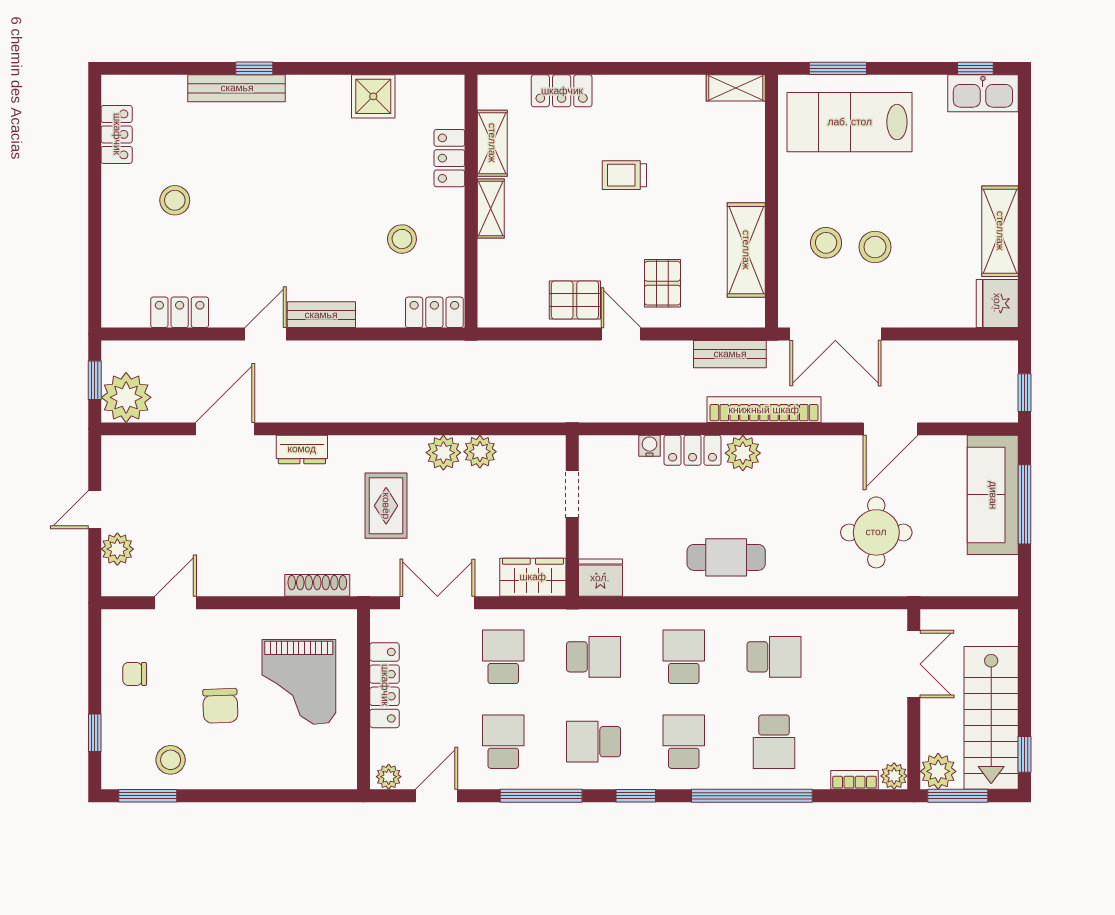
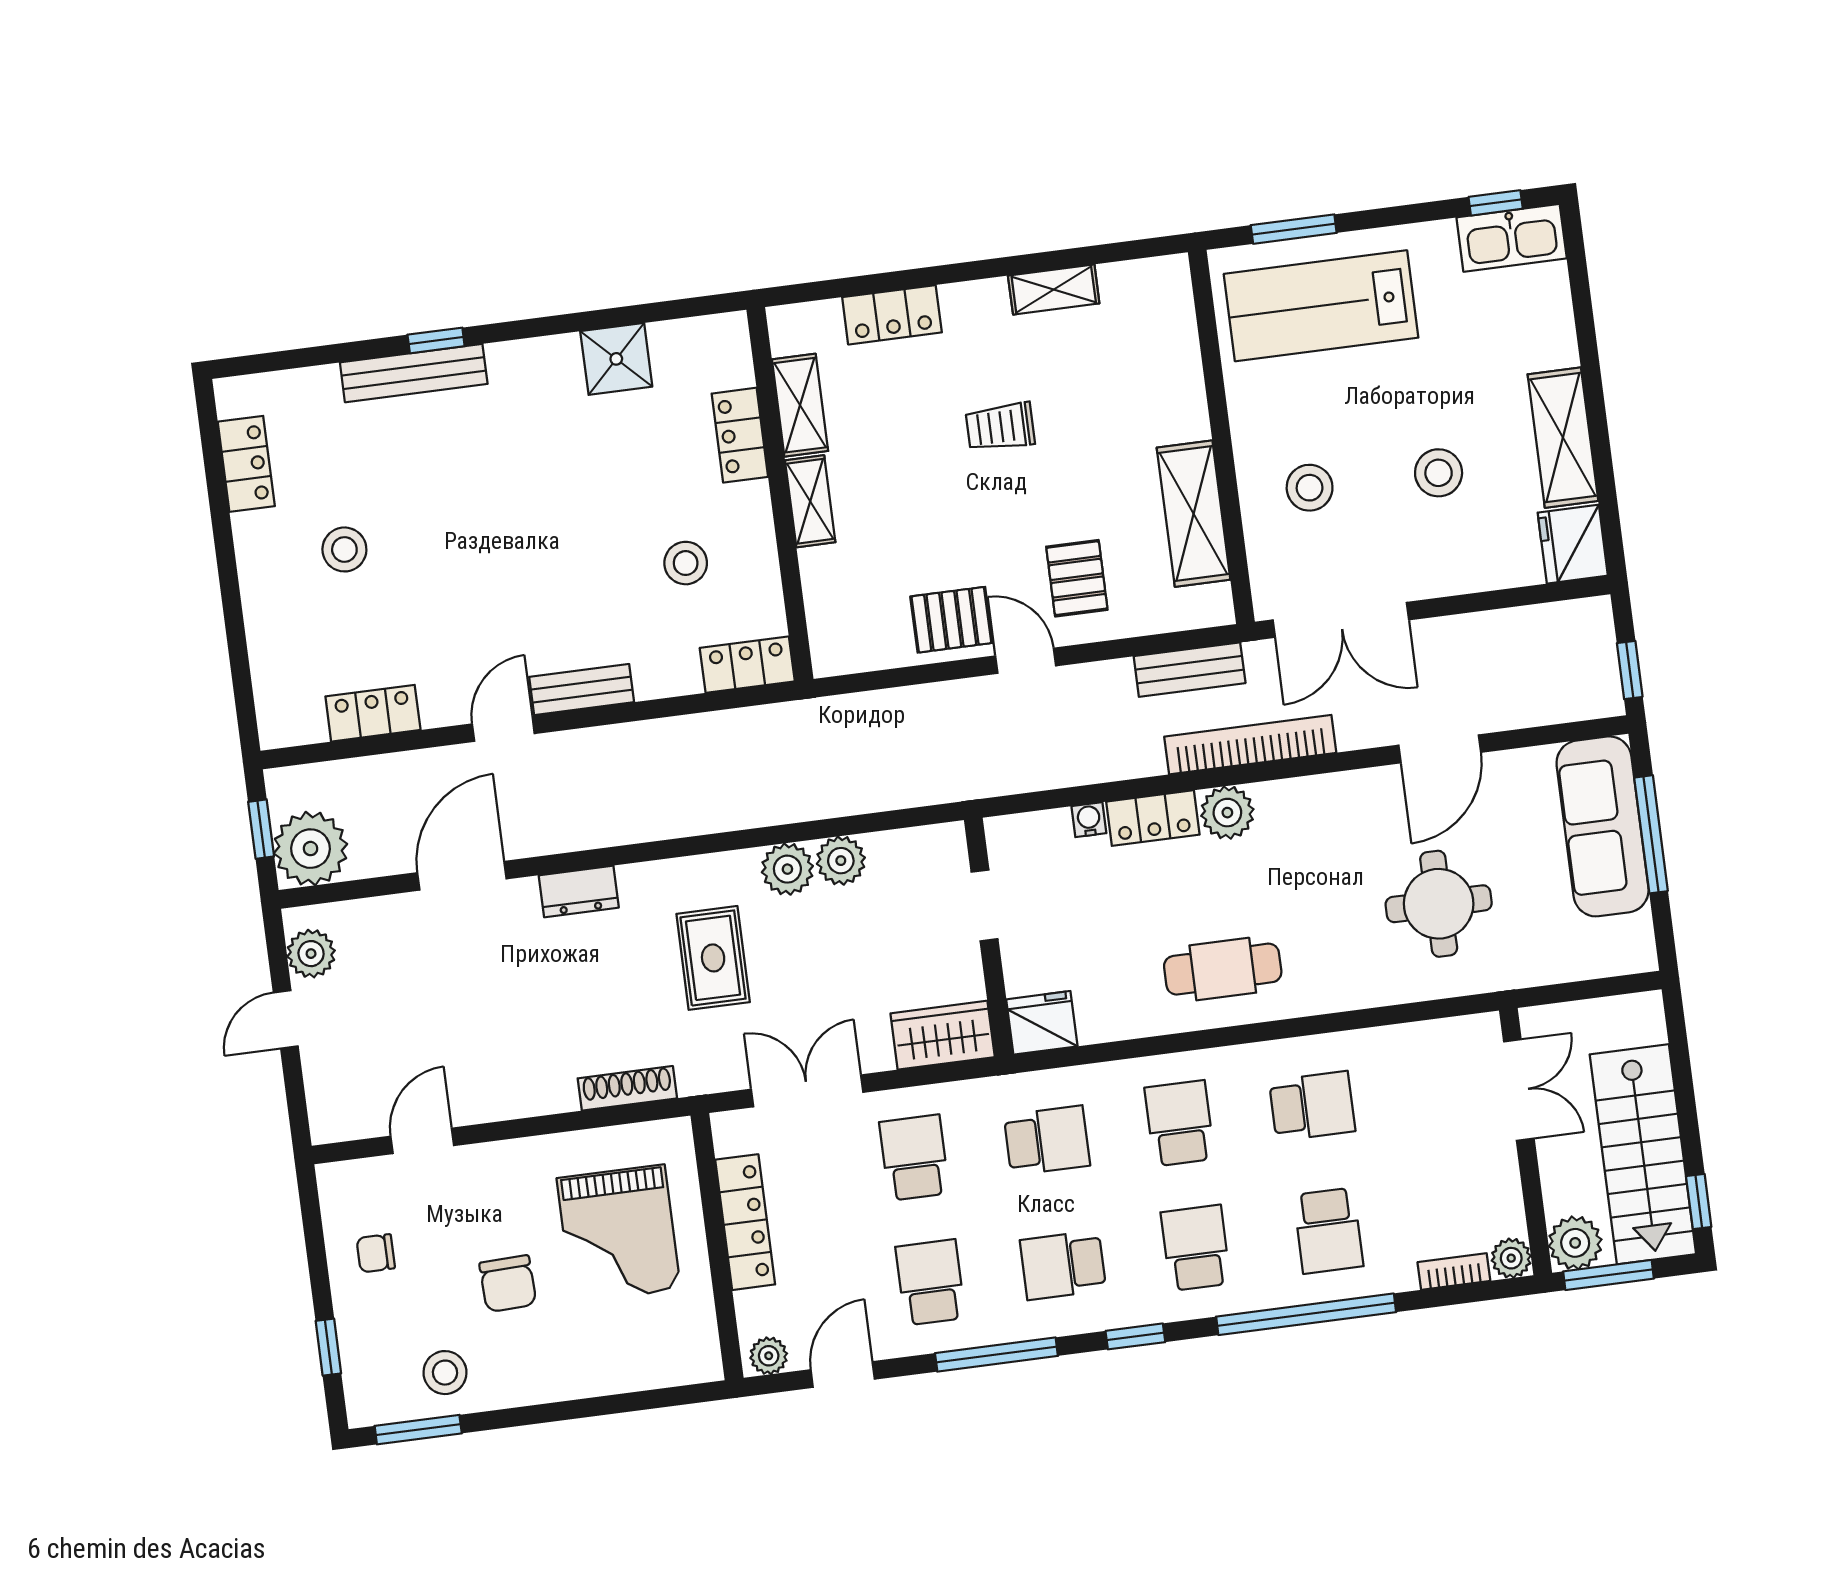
shelving: (736, 88) -> (1054, 289), moved
stool: (875, 247) -> (1439, 473), moved
plant: (117, 549) -> (311, 954), moved

